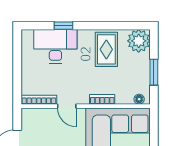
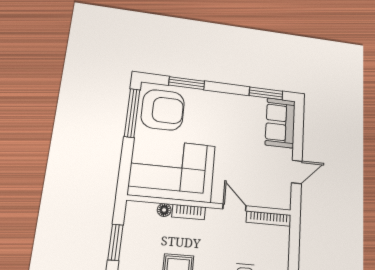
floor lamp: (139, 99) -> (164, 210), moved

